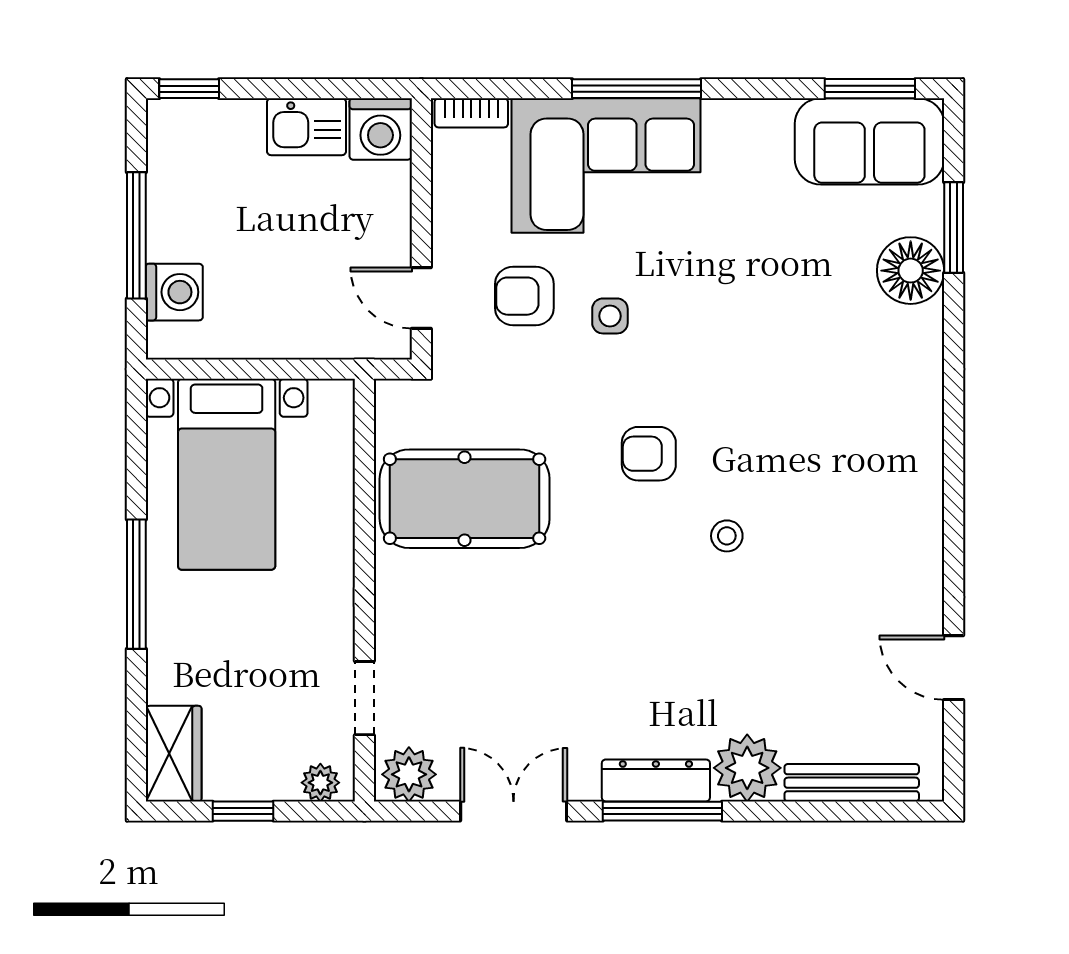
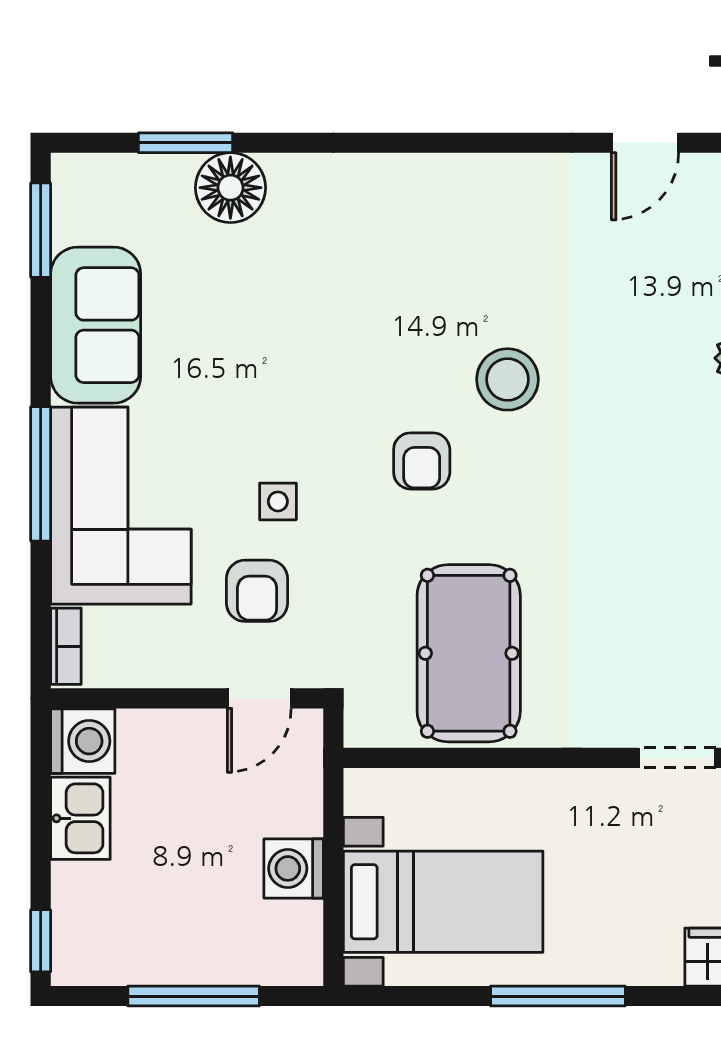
sofa: (869, 141) -> (96, 325), moved
washing machine: (174, 292) -> (294, 868), moved, turned -90
stool: (727, 536) -> (508, 379), width x1.89, depth x1.89

